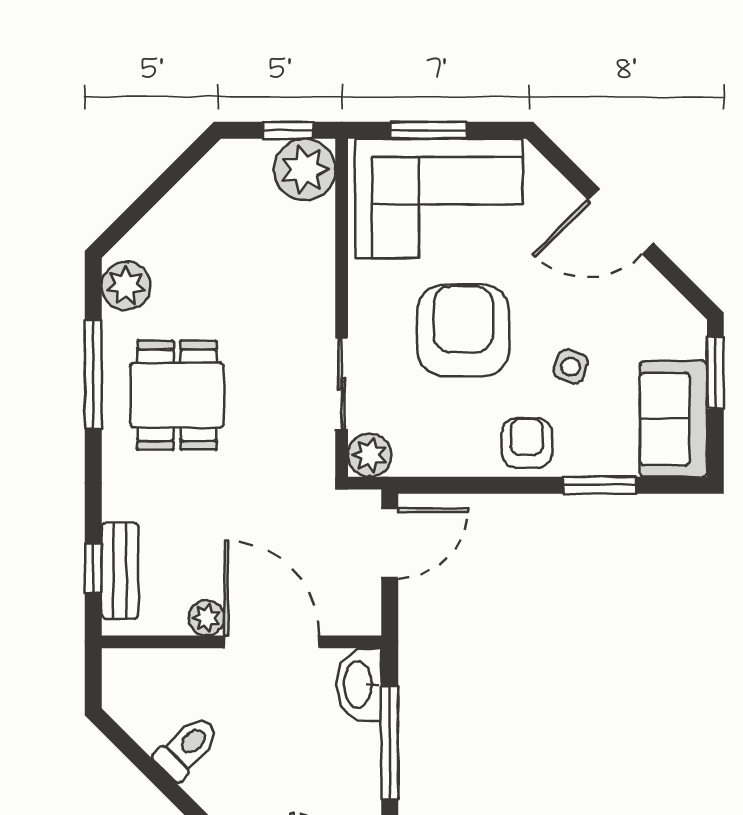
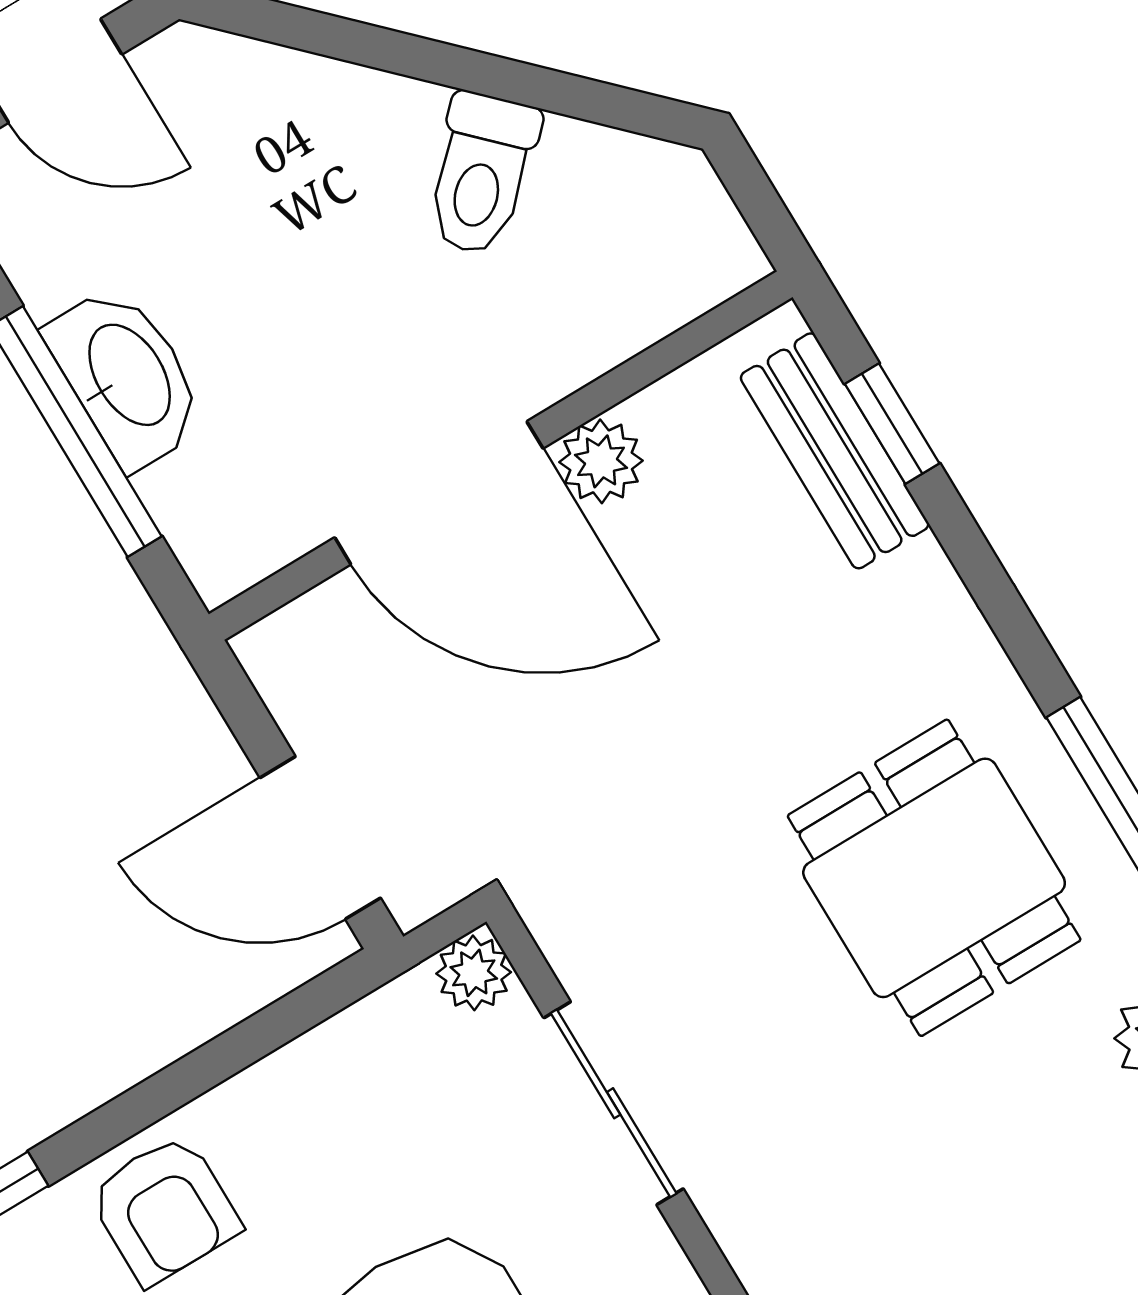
plant: (370, 455) -> (474, 973), width x0.73, depth x0.73
door: (390, 543) -> (320, 838), hinge flipped
washbasin: (359, 685) -> (127, 376), moved

